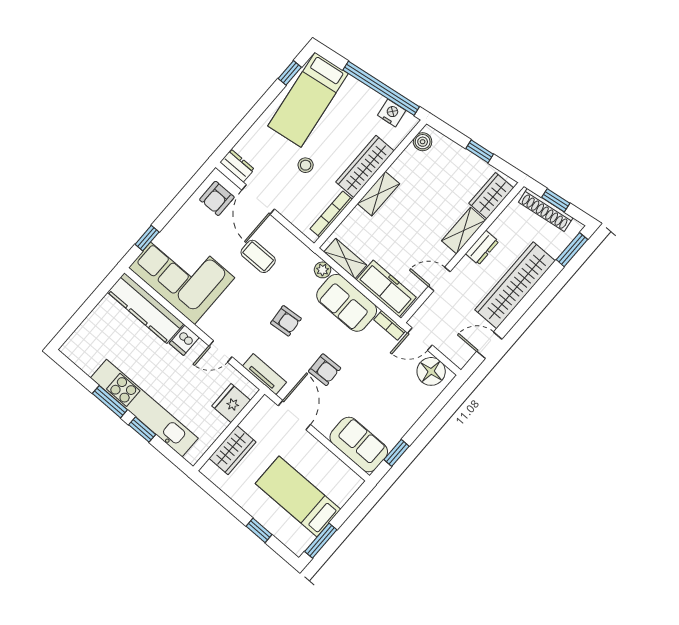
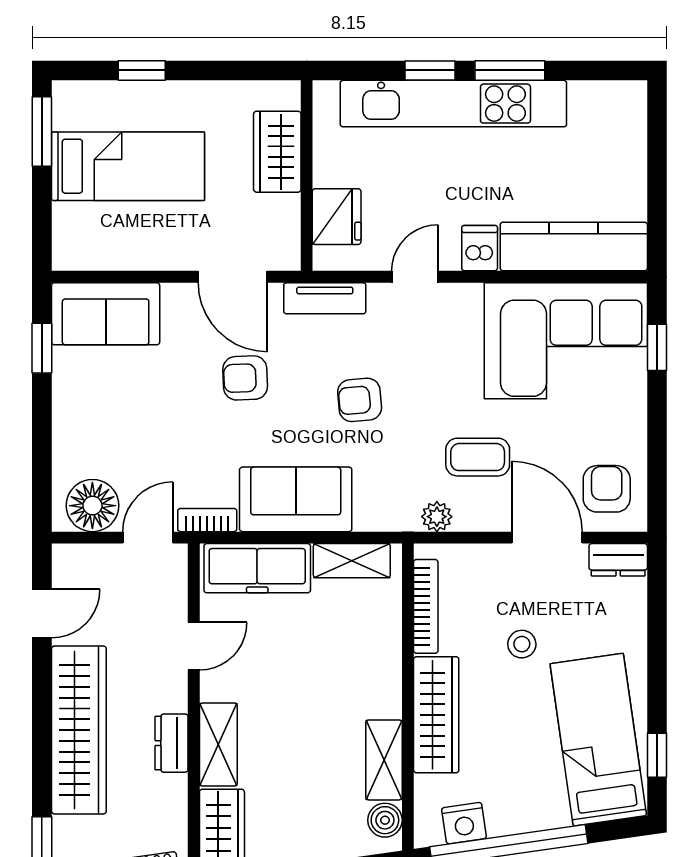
shelving: (378, 194) -> (384, 760), moved
plant: (323, 270) -> (437, 517), moved

